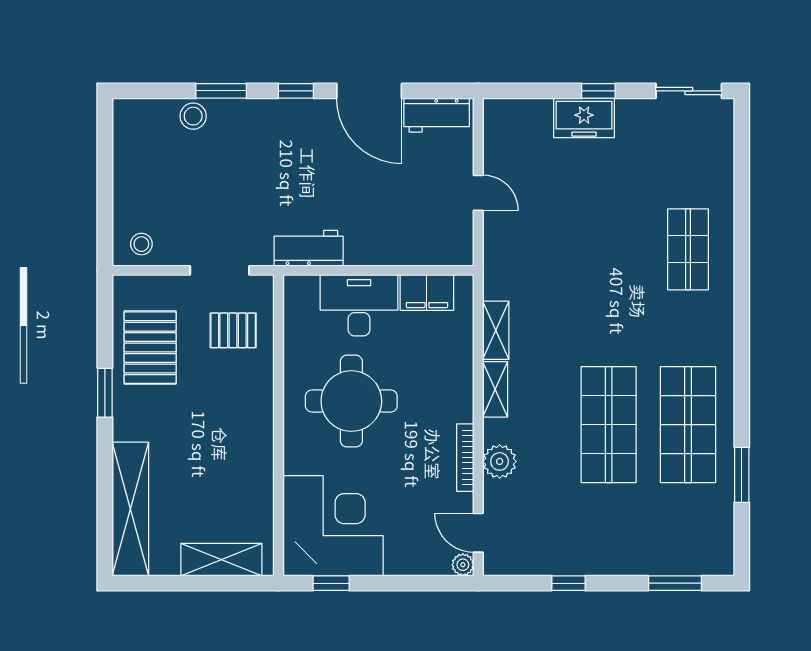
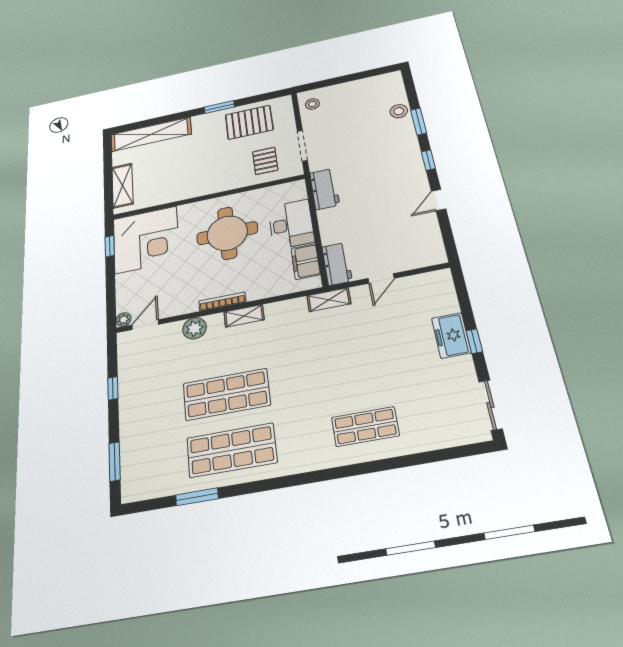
door: (369, 91) -> (438, 200), width x0.53
workbench: (437, 115) -> (337, 264), moved, turned 180
shelving: (496, 330) -> (329, 300), moved
bookcase: (465, 458) -> (222, 301), moved

